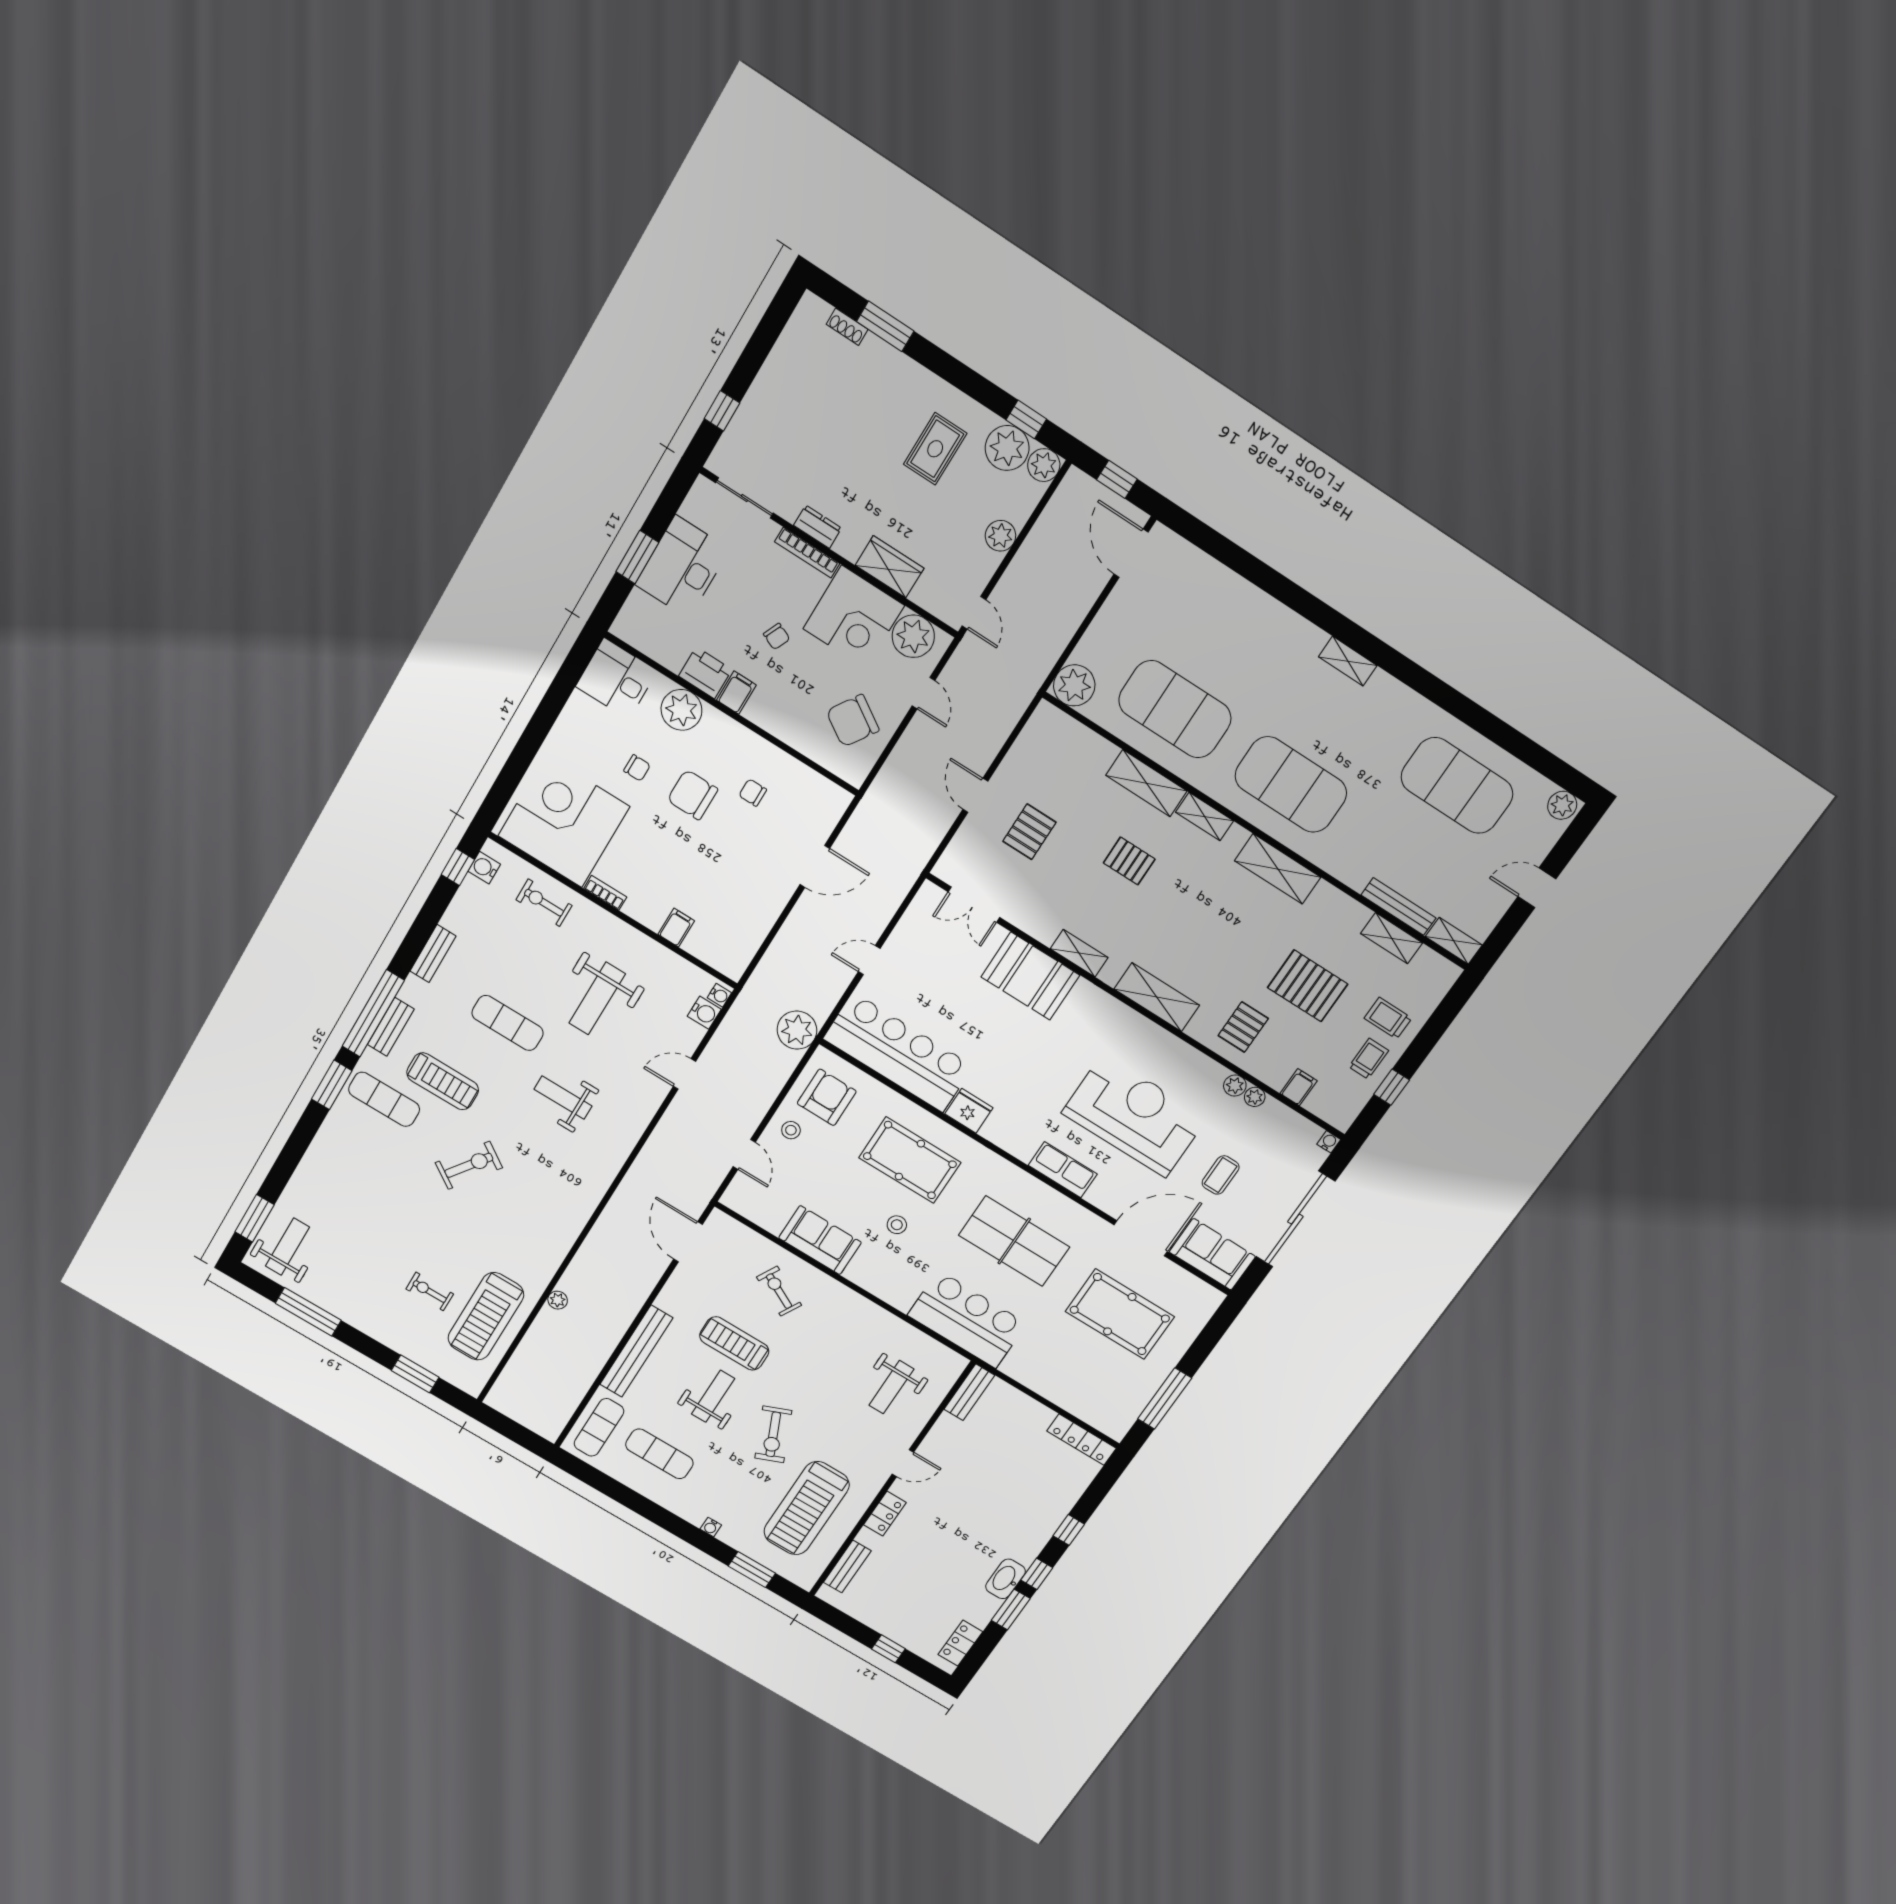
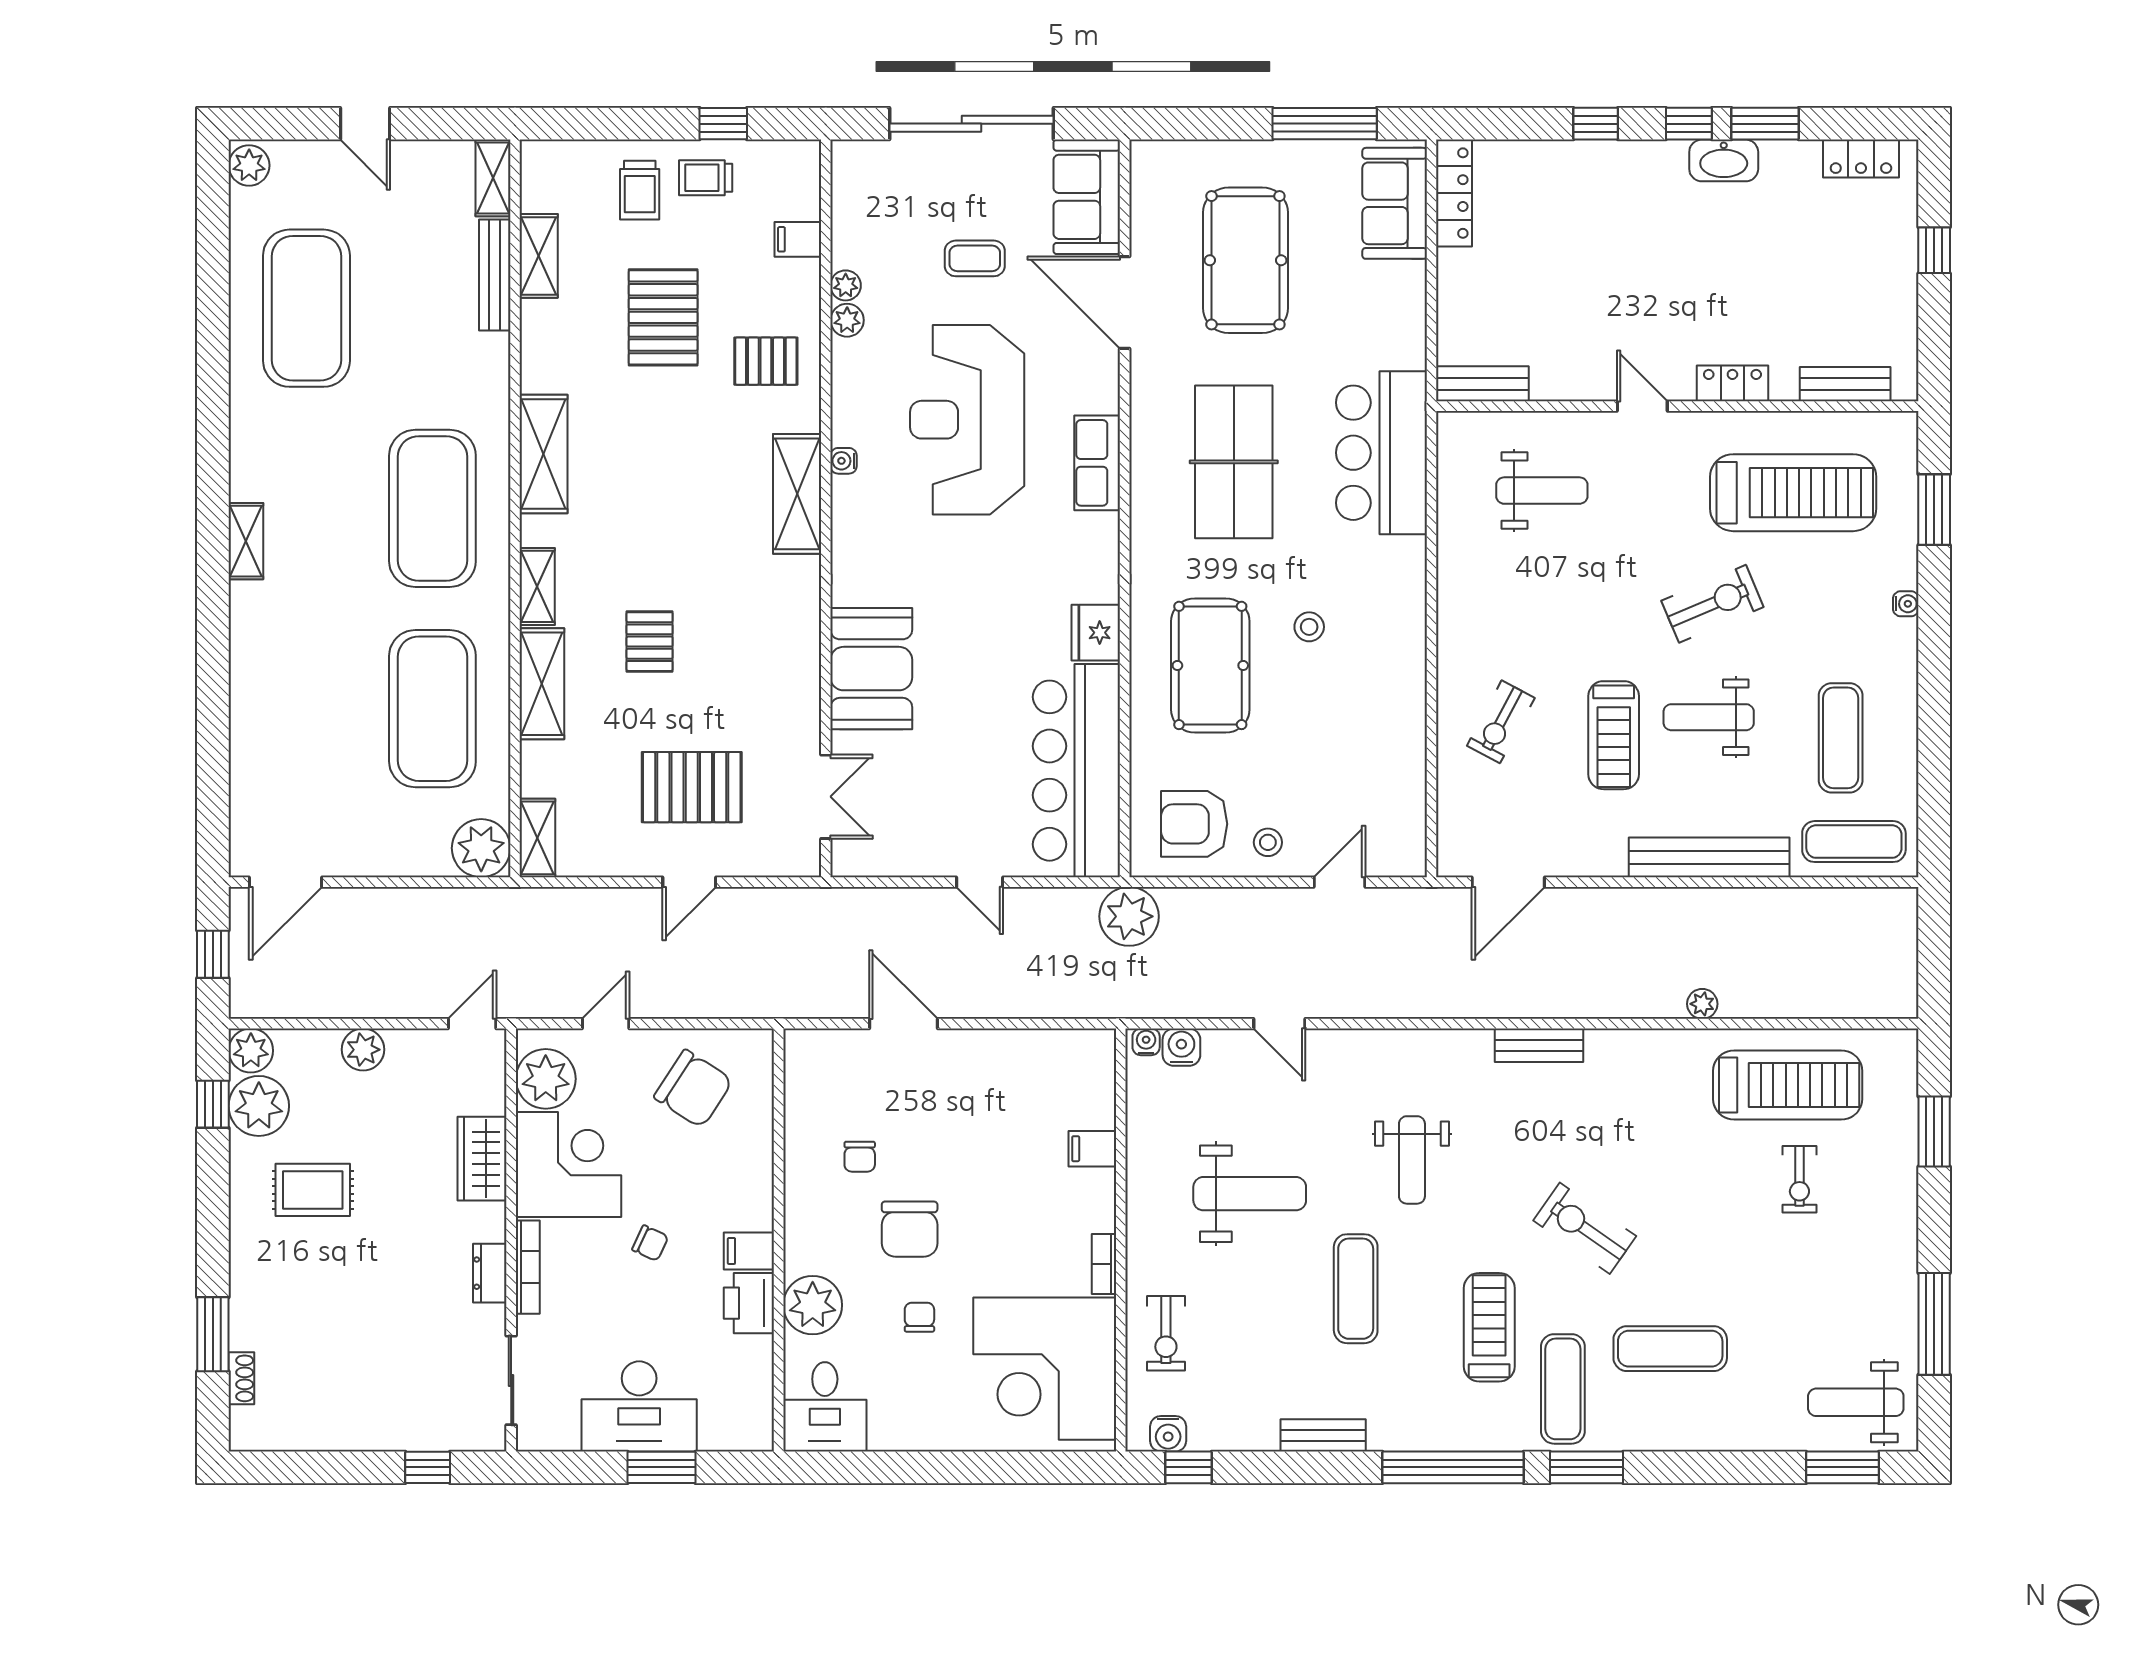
chair: (777, 636) -> (650, 1243), turned 91
pallet: (1029, 832) -> (692, 787), width x1.50, depth x1.42
shelving: (1079, 953) -> (537, 838), moved
bench: (391, 1027) -> (1539, 1045), moved
water cooler: (1329, 1142) -> (844, 461), moved
exercise mat: (374, 1169) -> (1670, 1349), added
sofa: (820, 1240) -> (1395, 203), moved

